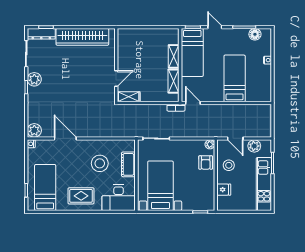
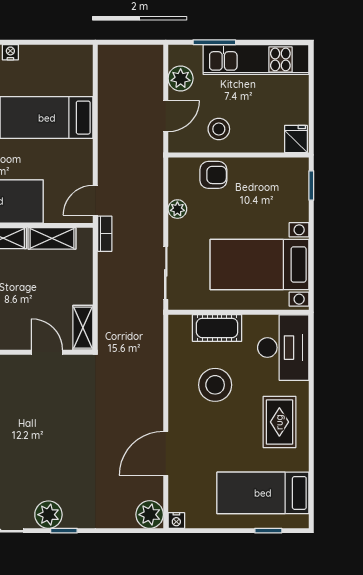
plant: (210, 144) -> (177, 209), moved
fridge: (224, 190) -> (296, 139), moved

